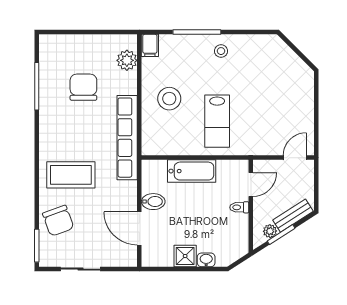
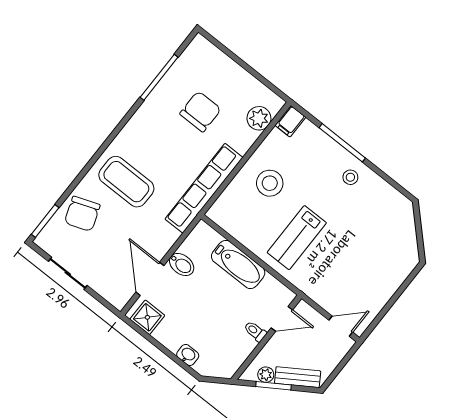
shower: (185, 256) -> (147, 317), moved

